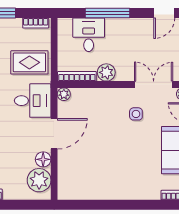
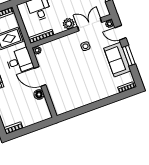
plant: (106, 72) -> (69, 24), moved
door: (54, 134) -> (40, 76), swing flipped
plant: (39, 180) -> (41, 108), removed

